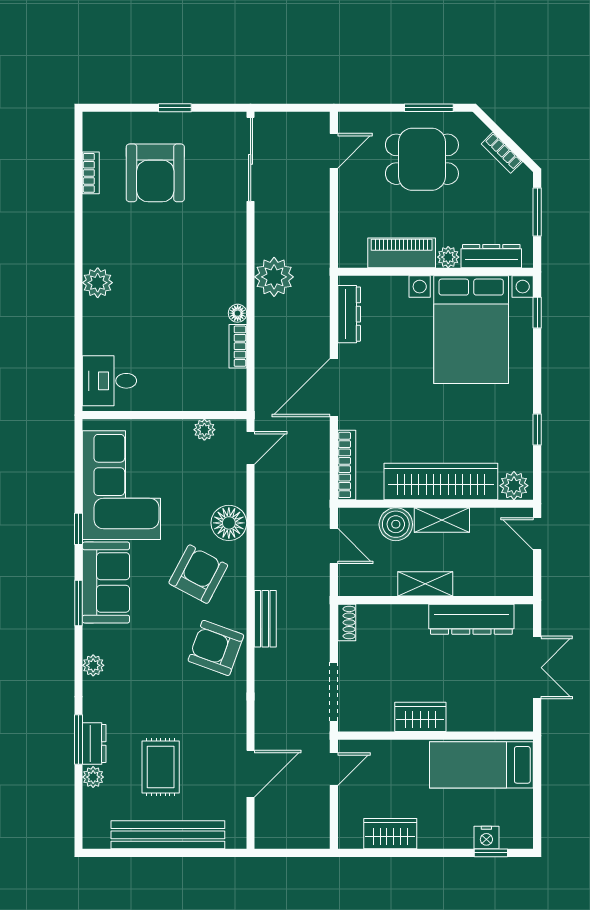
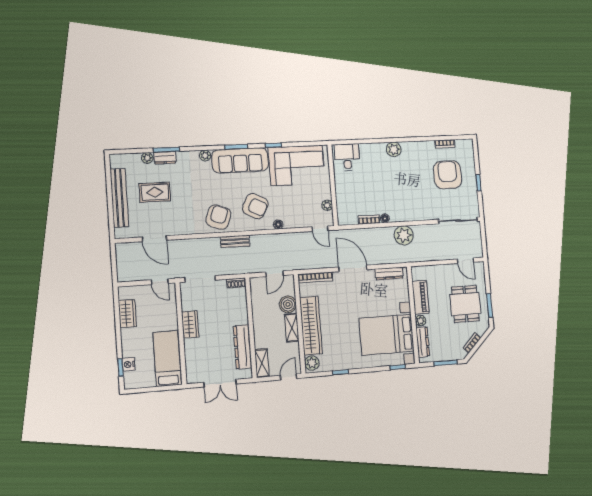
armchair: (155, 173) -> (448, 175), turned 90
floor lamp: (229, 523) -> (278, 224), width x0.53, depth x0.53
sofa: (106, 582) -> (240, 160), width x1.36
shelving: (425, 584) -> (262, 363), moved

